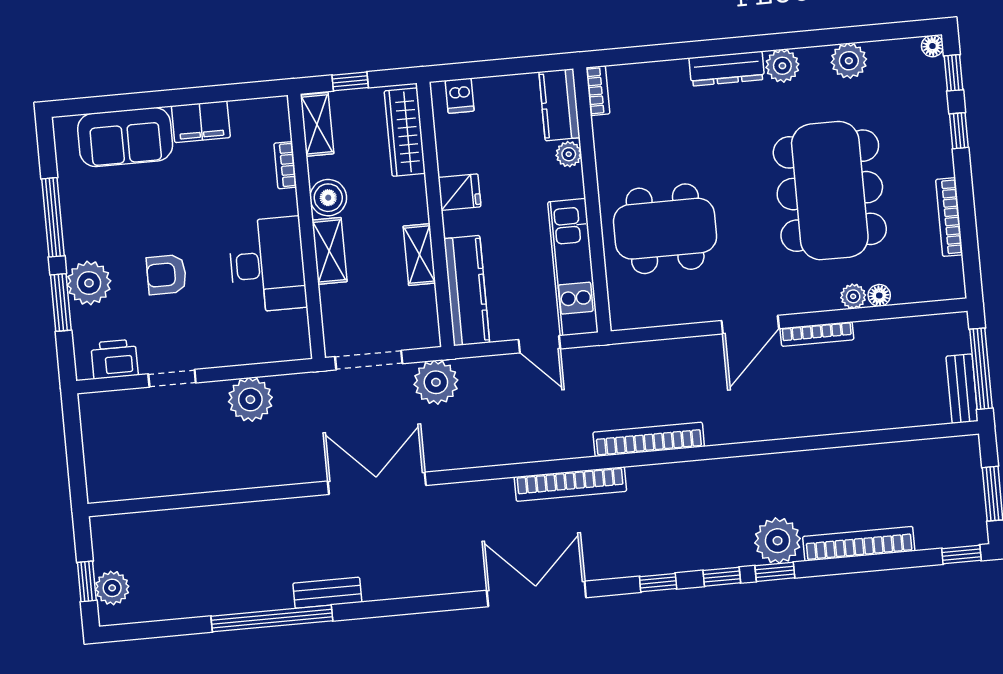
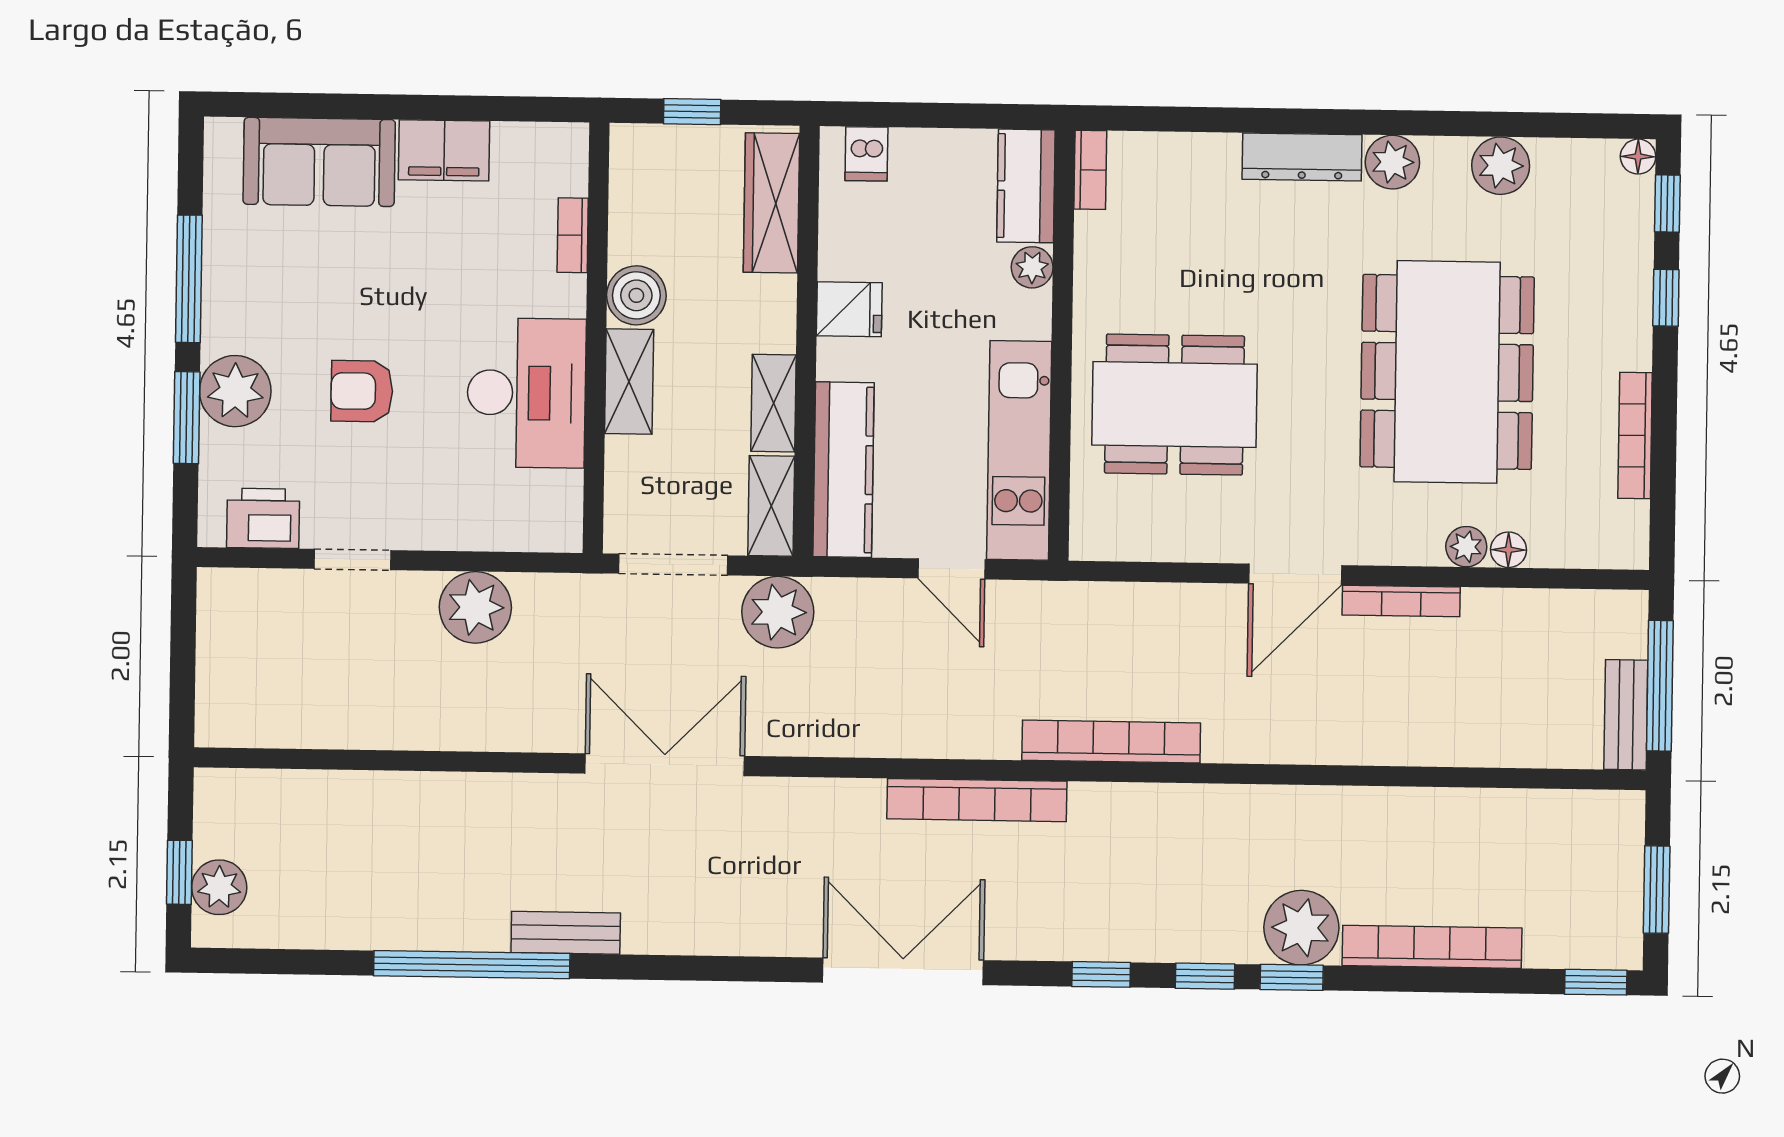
shelving: (317, 124) -> (771, 506), moved

